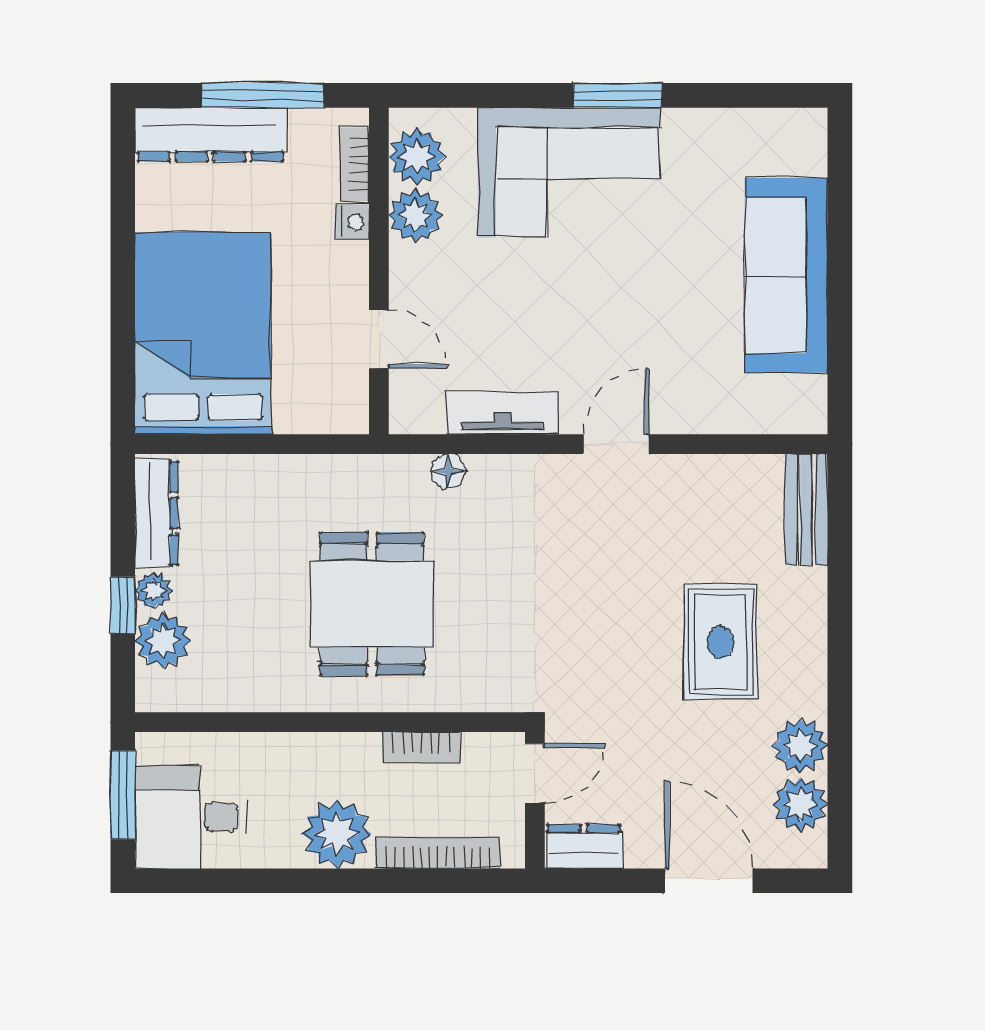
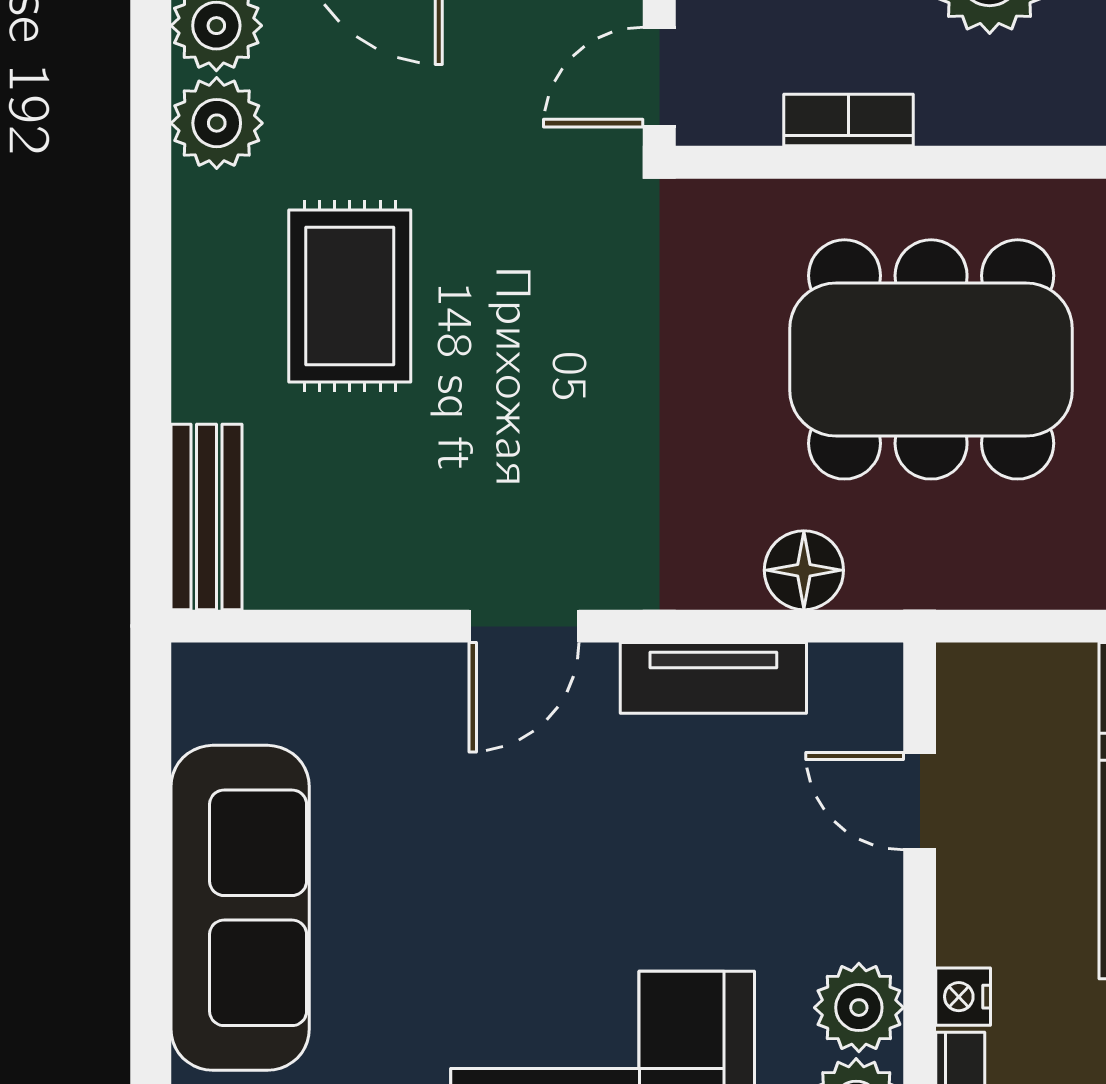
floor lamp: (448, 471) -> (804, 570), width x1.37, depth x1.37
dining table: (372, 604) -> (931, 359), width x1.38

